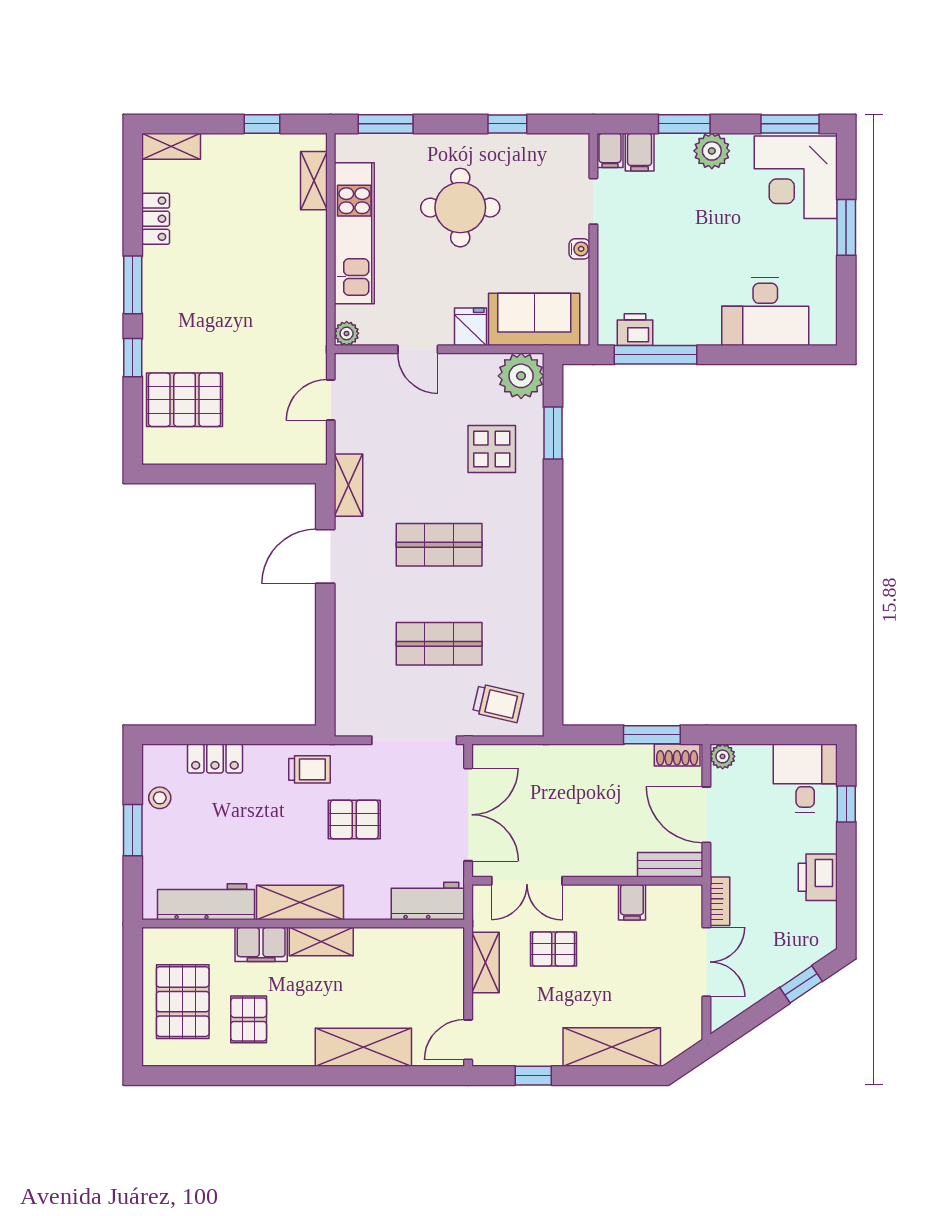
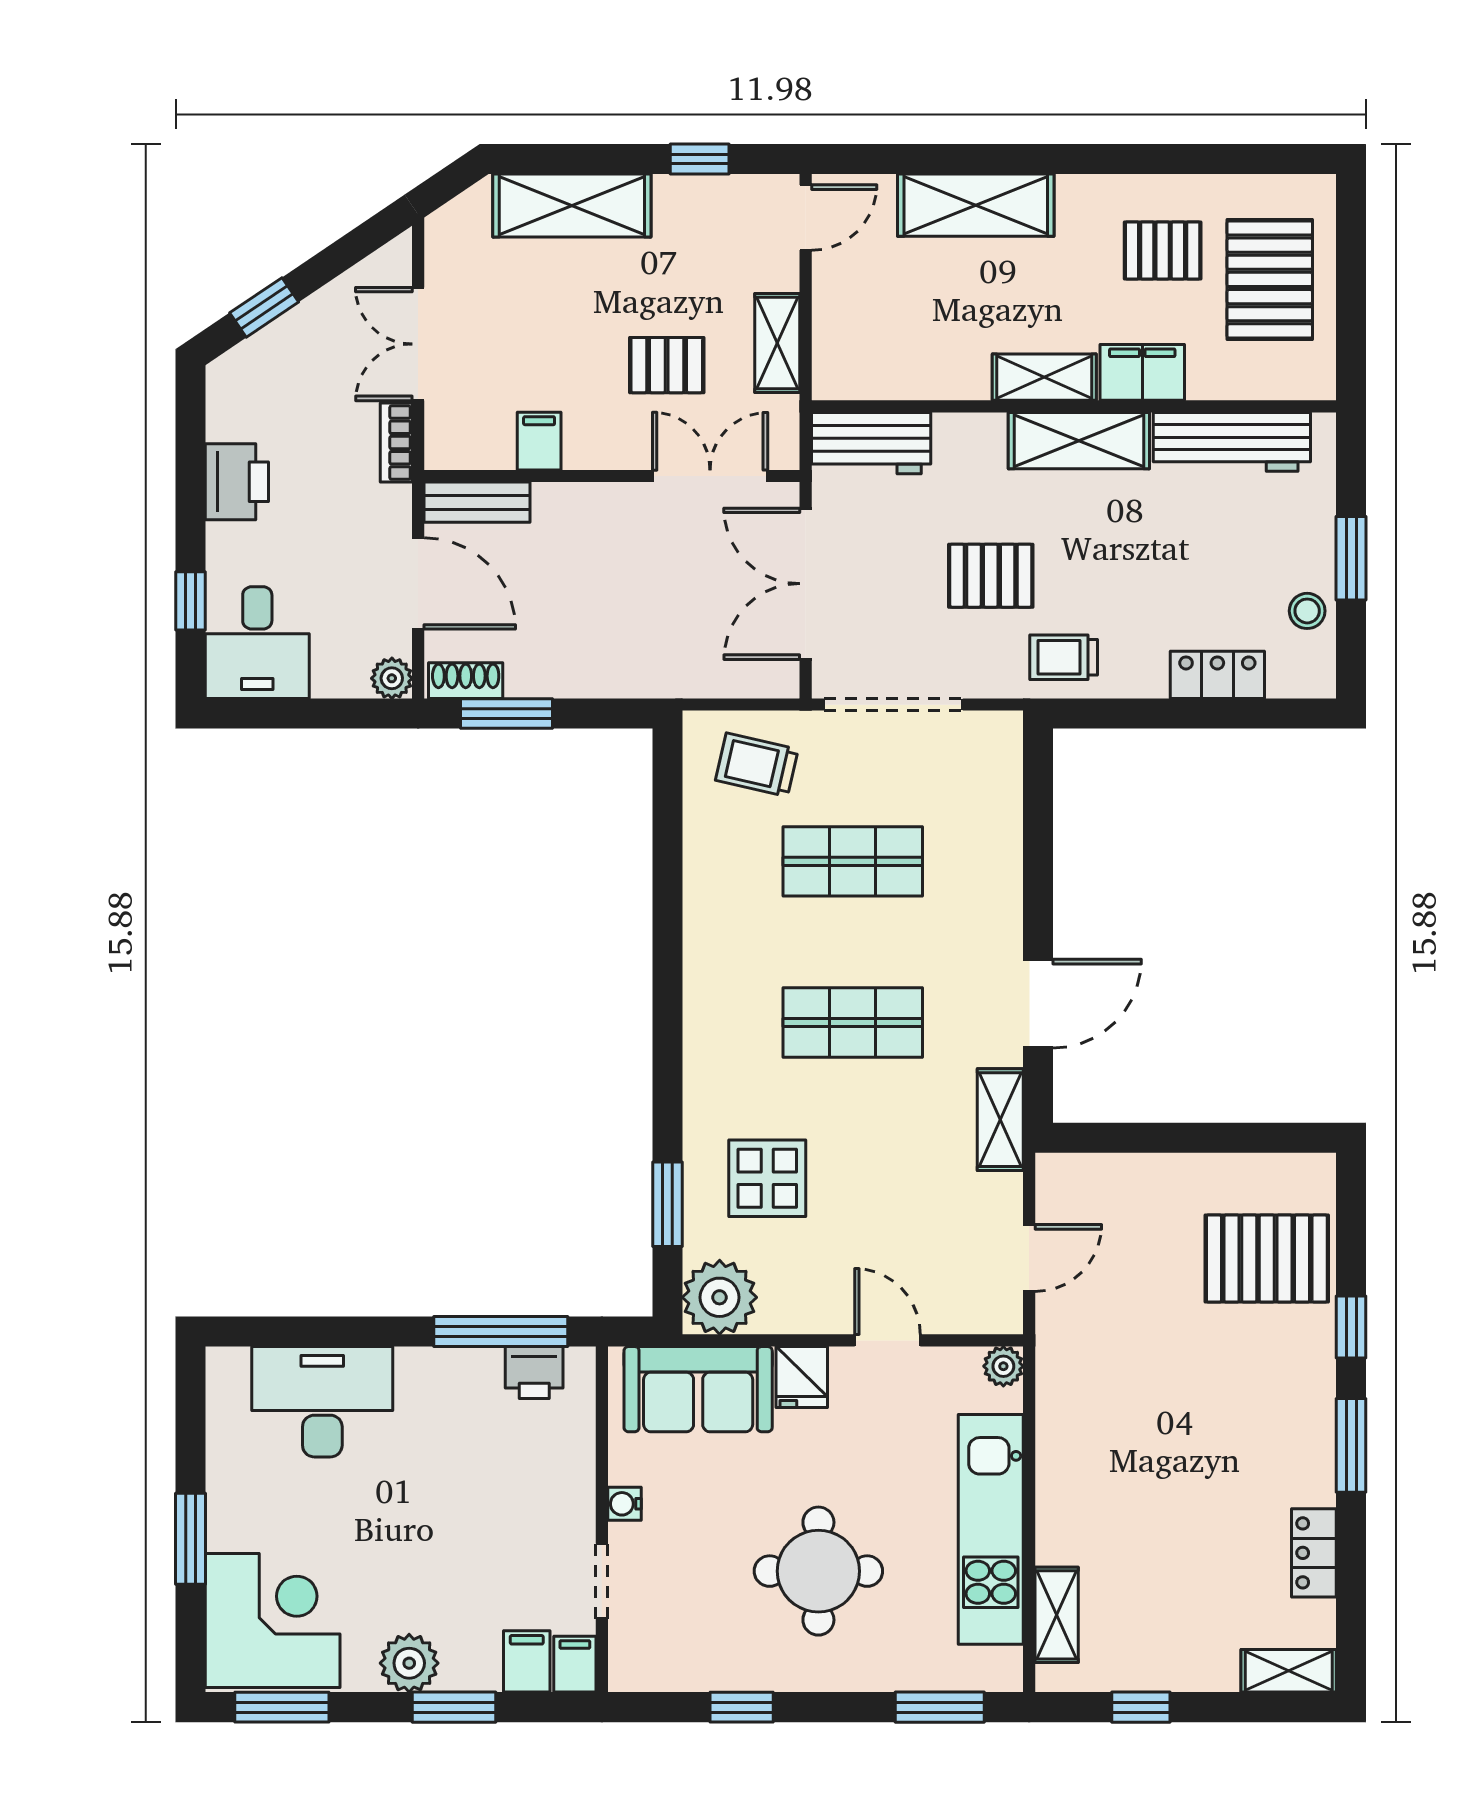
pallet: (249, 1019) -> (1163, 250), turned 90

